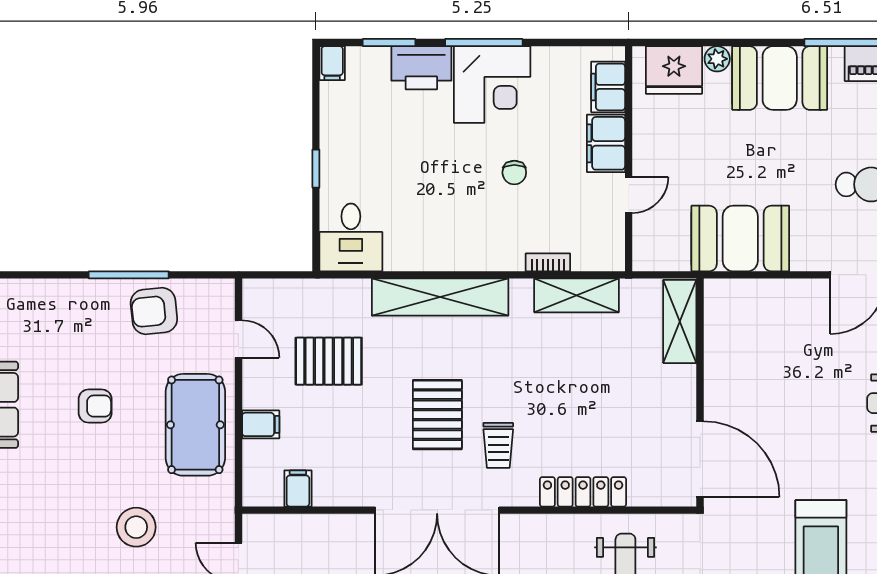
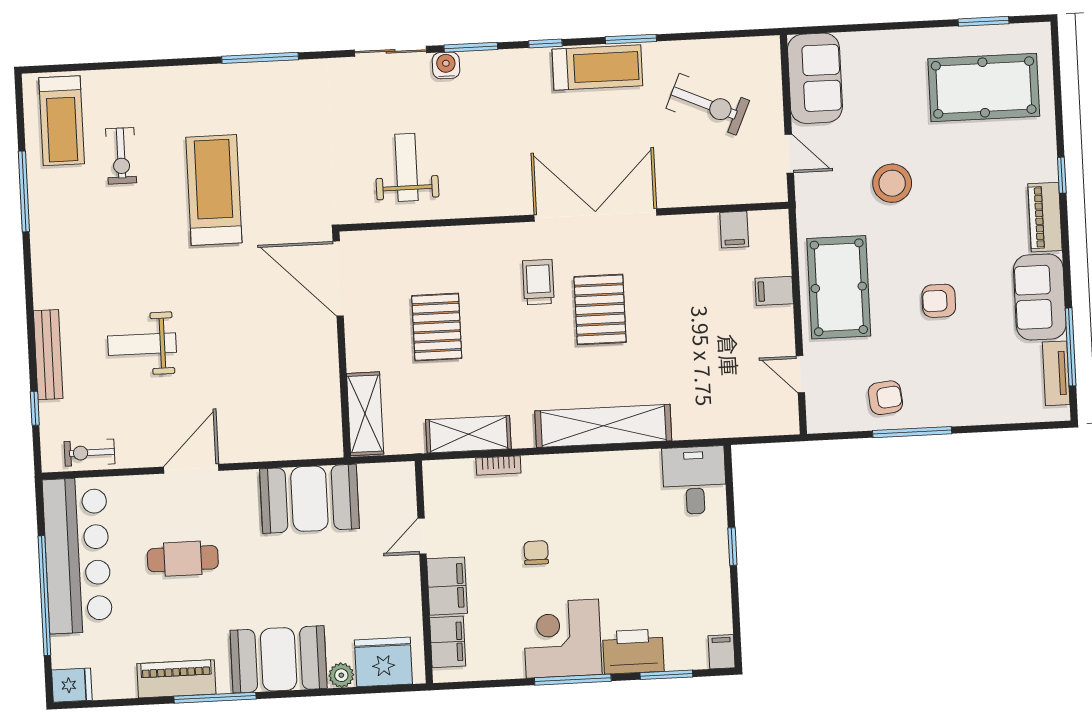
armchair: (154, 311) -> (885, 398), width x0.72, depth x0.72
pallet: (329, 361) -> (437, 327), moved, turned 90
locker: (583, 492) -> (452, 240), removed

